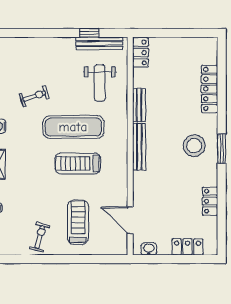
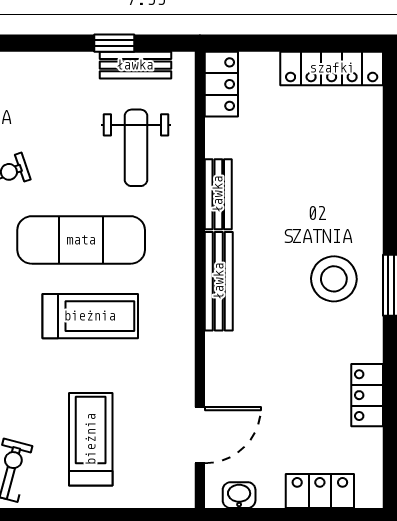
bench: (99, 43) -> (135, 65), width x0.73
locker: (209, 89) -> (332, 68), moved, turned -90
treadmill: (78, 163) -> (90, 316), turned 180
door: (130, 220) -> (200, 435), swing flipped

